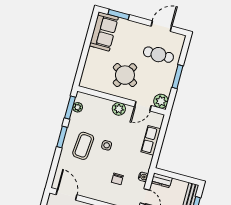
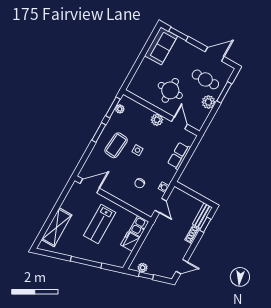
round table: (125, 75) -> (170, 90), turned -30
window: (177, 77) -> (224, 92), moved
plant: (161, 101) -> (208, 102), moved
door: (143, 106) -> (179, 123), swing flipped
dresser: (162, 180) -> (180, 195), removed
door: (67, 195) -> (90, 186), hinge flipped

